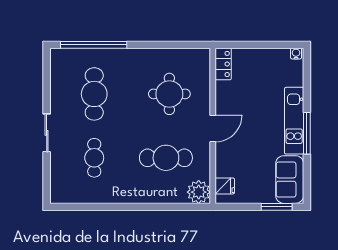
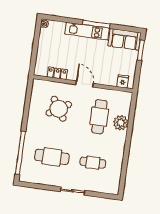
locker: (223, 64) -> (57, 73), moved
round table: (169, 94) -> (59, 109), turned -32
plant: (199, 192) -> (121, 123), moved

